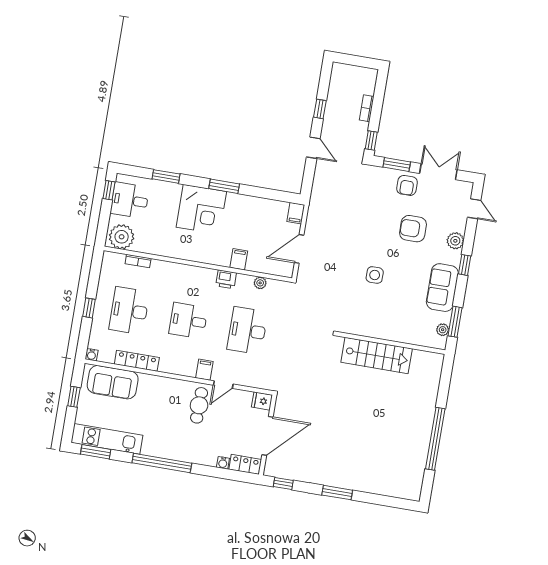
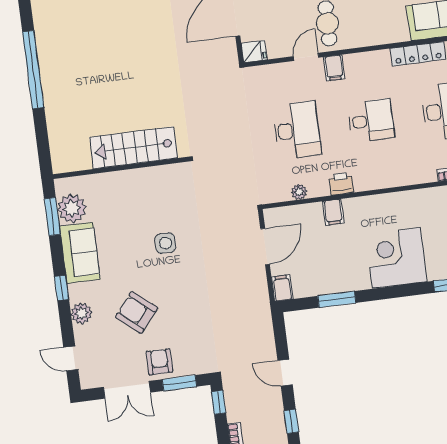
window: (224, 186) -> (337, 299), moved
armchair: (413, 229) -> (136, 312), turned -140
plant: (443, 330) -> (72, 208), width x1.87, depth x1.87

